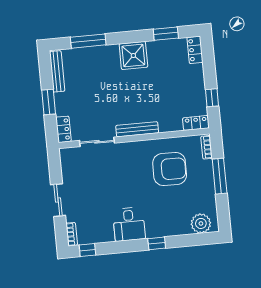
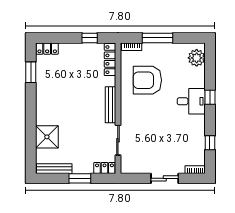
window: (88, 41) -> (31, 139), removed
shower: (133, 55) -> (47, 137), moved
locker: (196, 123) -> (110, 60), width x1.53
armchair: (170, 169) -> (147, 80), turned -91
desk: (129, 224) -> (191, 101), moved
window: (87, 250) -> (210, 143), moved

